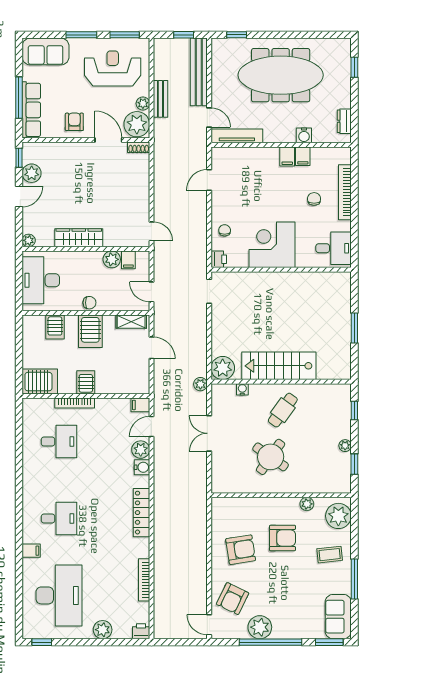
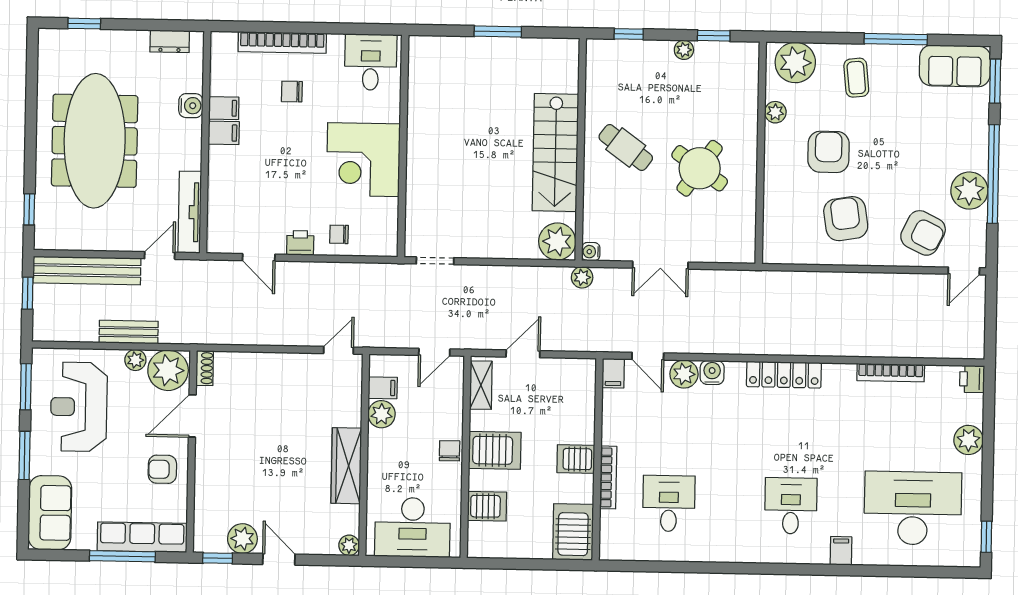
printer: (219, 259) -> (300, 243), moved
water cooler: (242, 389) -> (591, 252), moved

